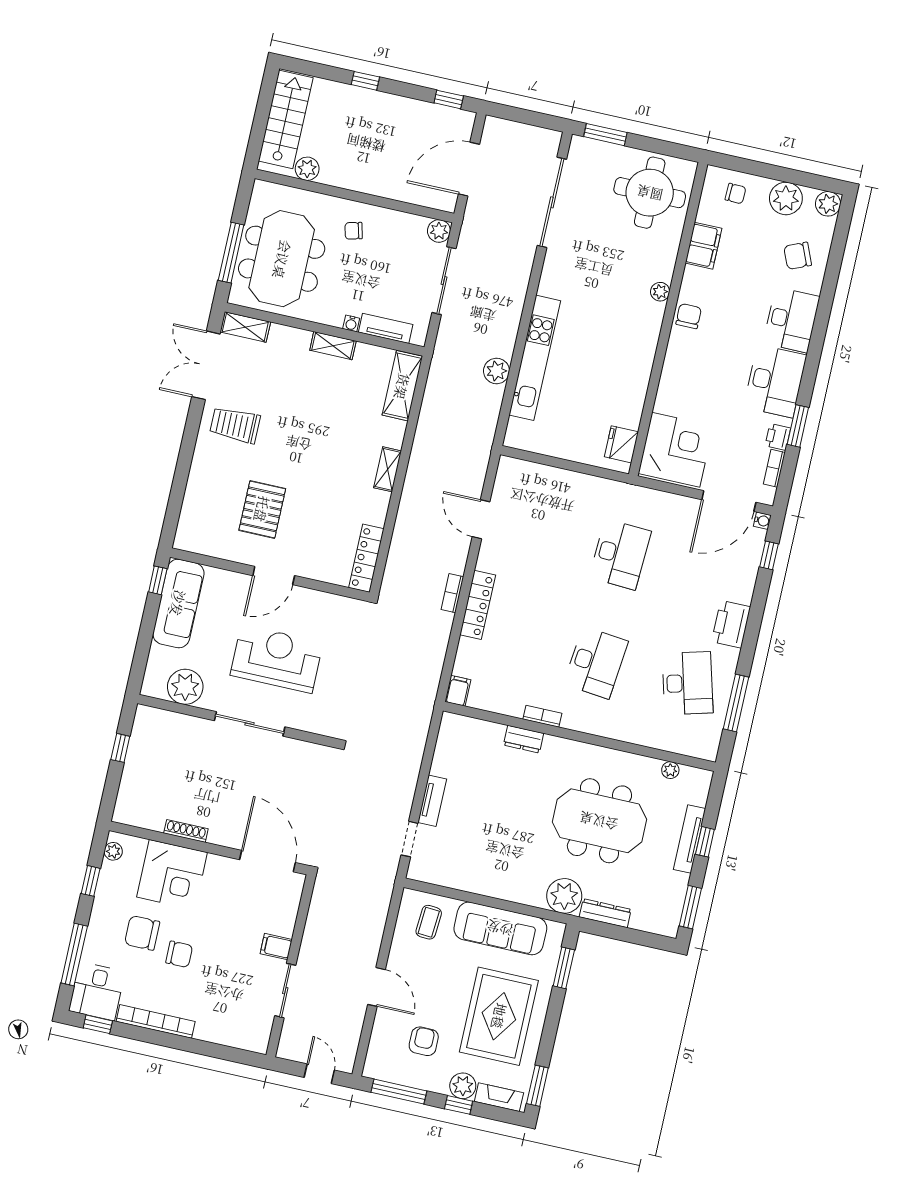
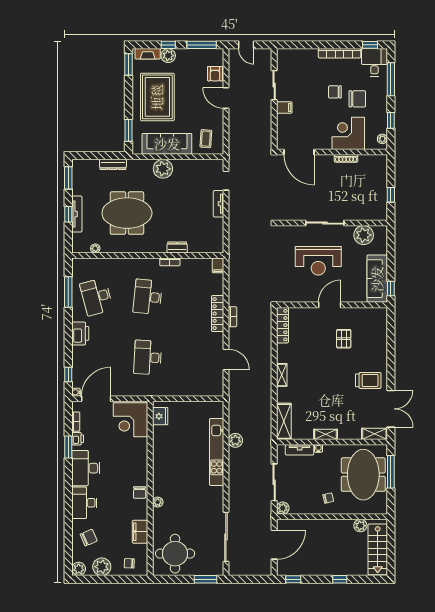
pallet: (262, 509) -> (344, 339), width x0.67, depth x0.71
plant: (564, 896) -> (163, 169), moved
armchair: (424, 1041) -> (215, 74), moved

